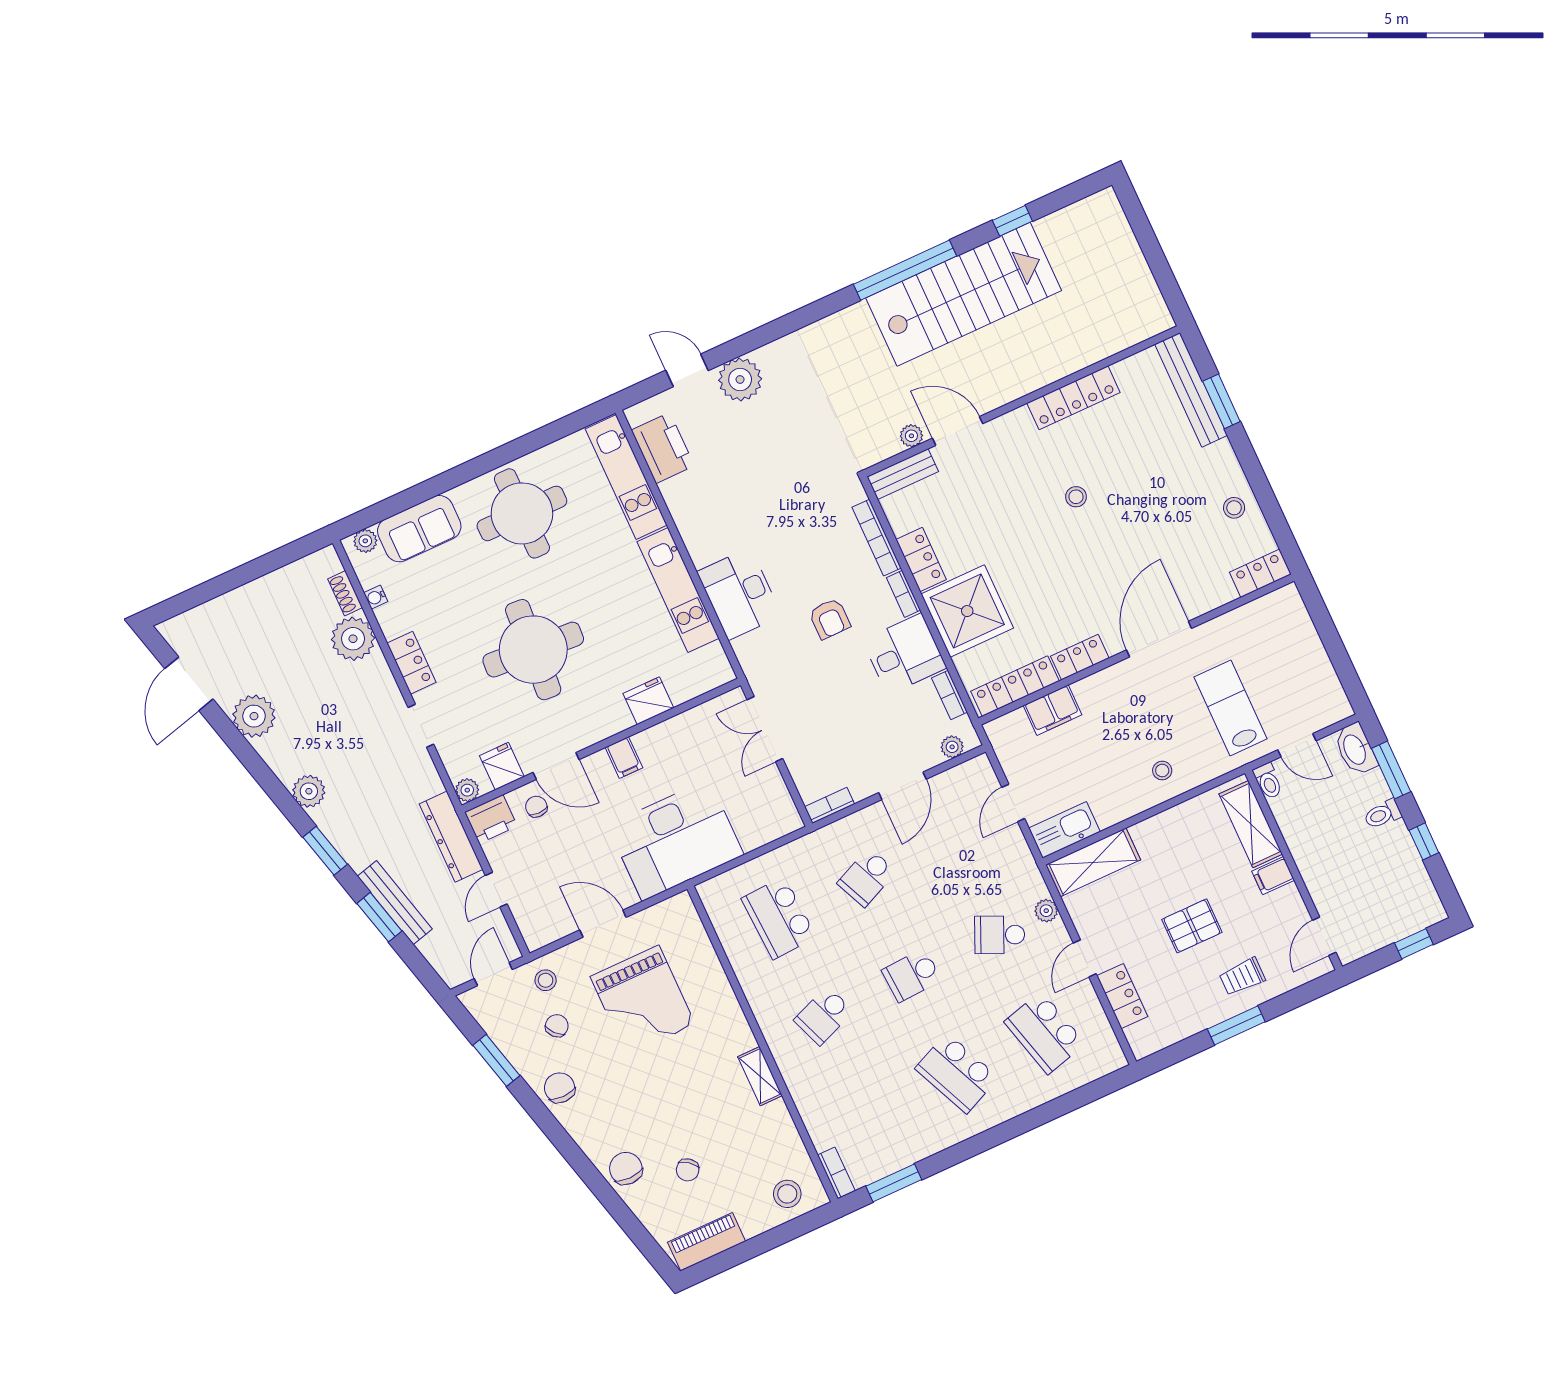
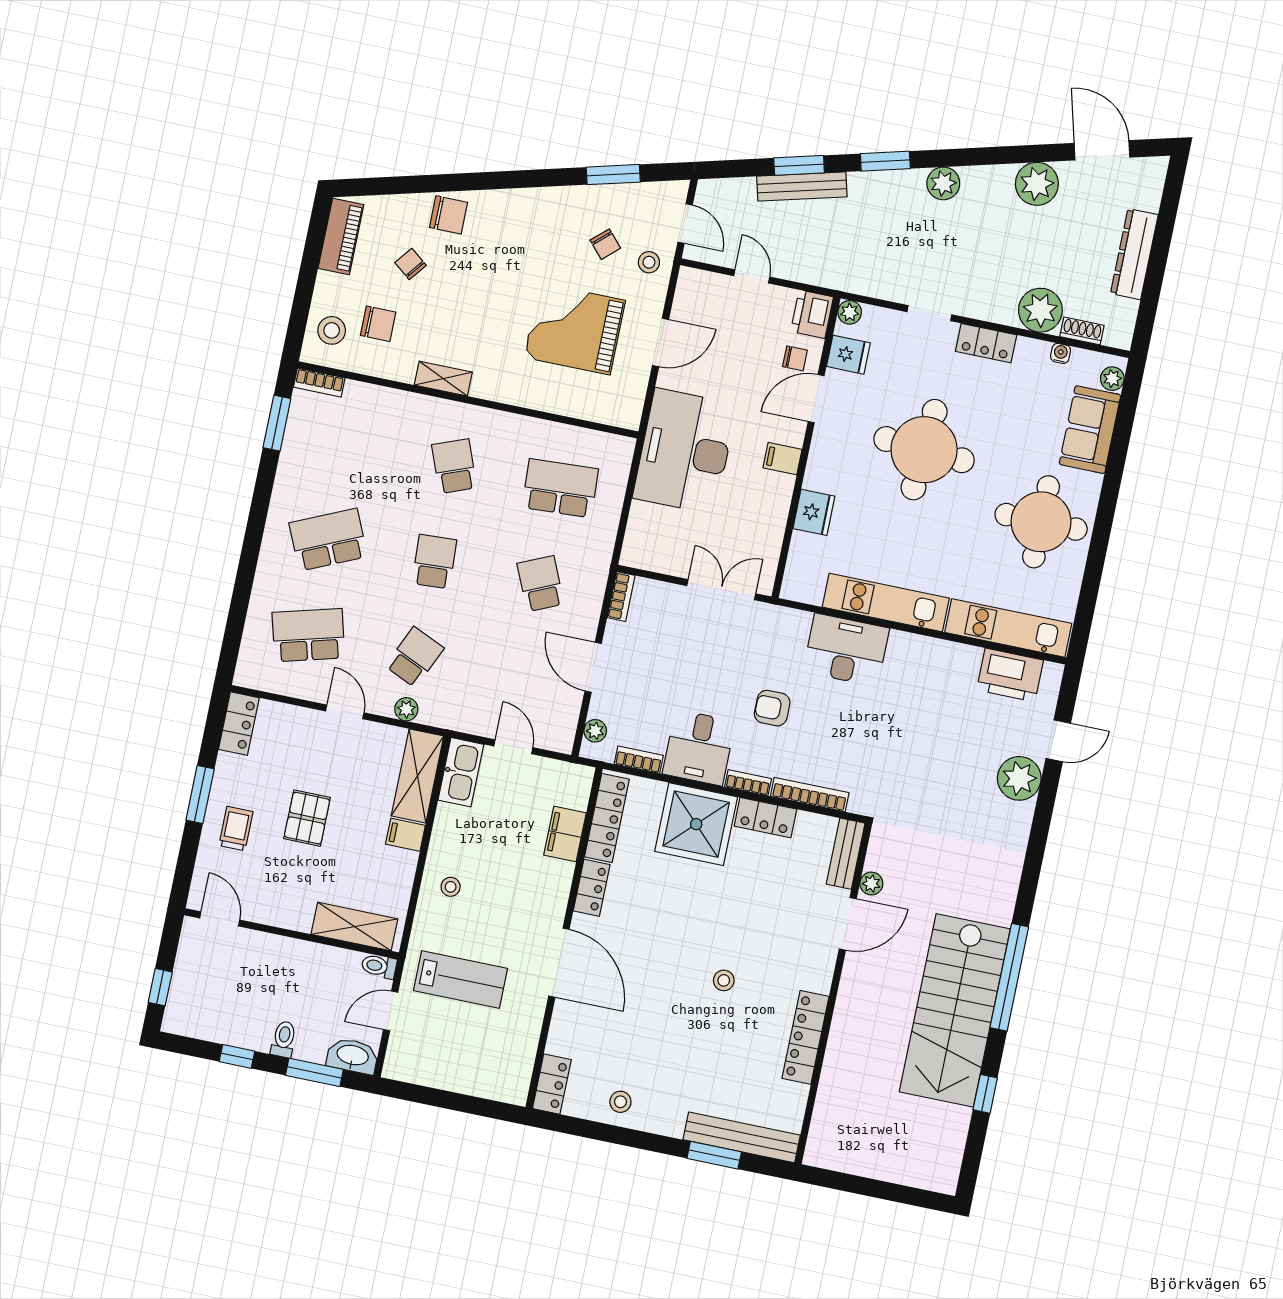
dresser: (451, 837) -> (1134, 254), moved, turned -90
filing cabinet: (1273, 876) -> (405, 835), moved, turned -90
locker: (1122, 996) -> (239, 724), moved, turned -90
chair: (560, 1088) -> (378, 324), moved

